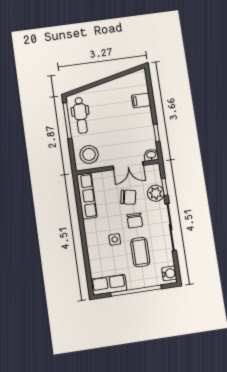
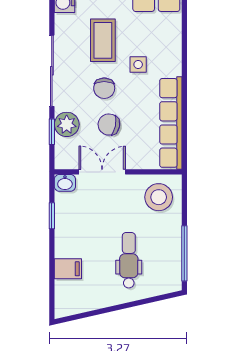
dental chair: (81, 115) -> (129, 260), moved
row of seats: (87, 196) -> (171, 123), width x1.36
chair: (135, 220) -> (104, 88), turned 180

